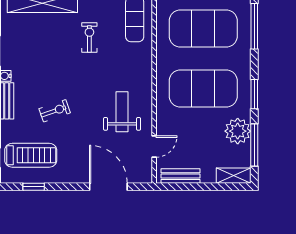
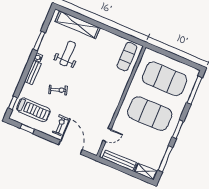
exercise bike: (89, 38) -> (60, 125), moved
weight bench: (122, 112) -> (68, 54), moved
plant: (238, 131) -> (159, 147), removed
bench: (181, 176) -> (119, 160), width x1.36

